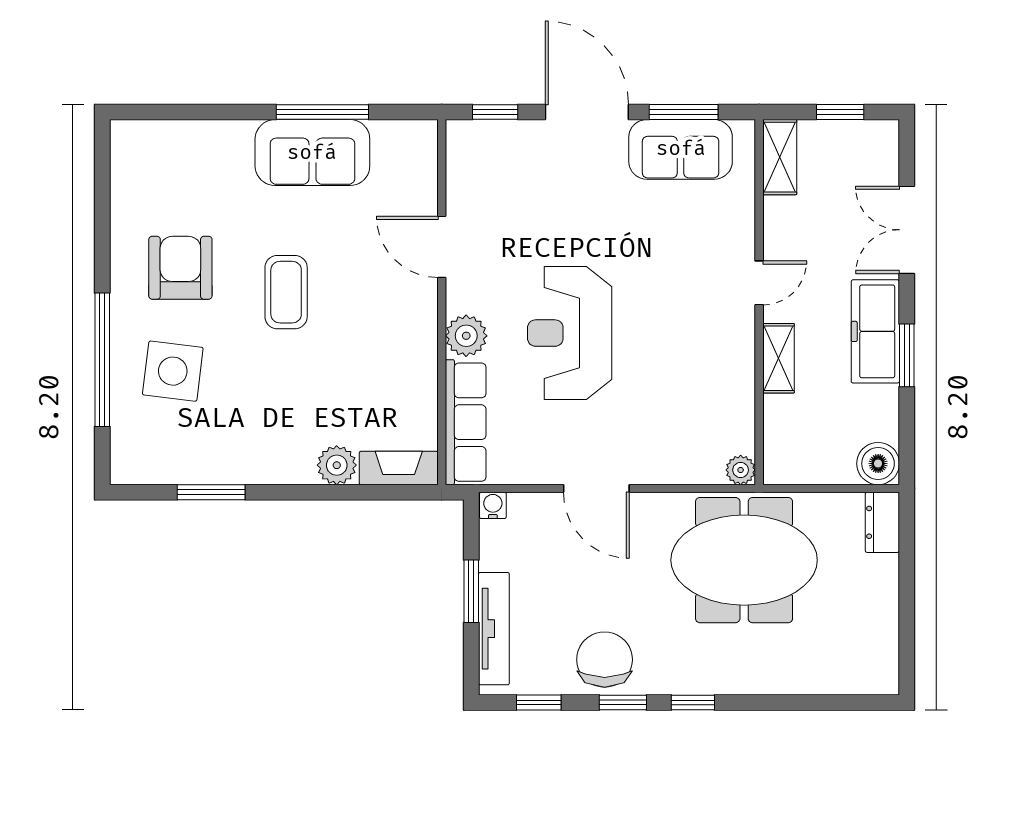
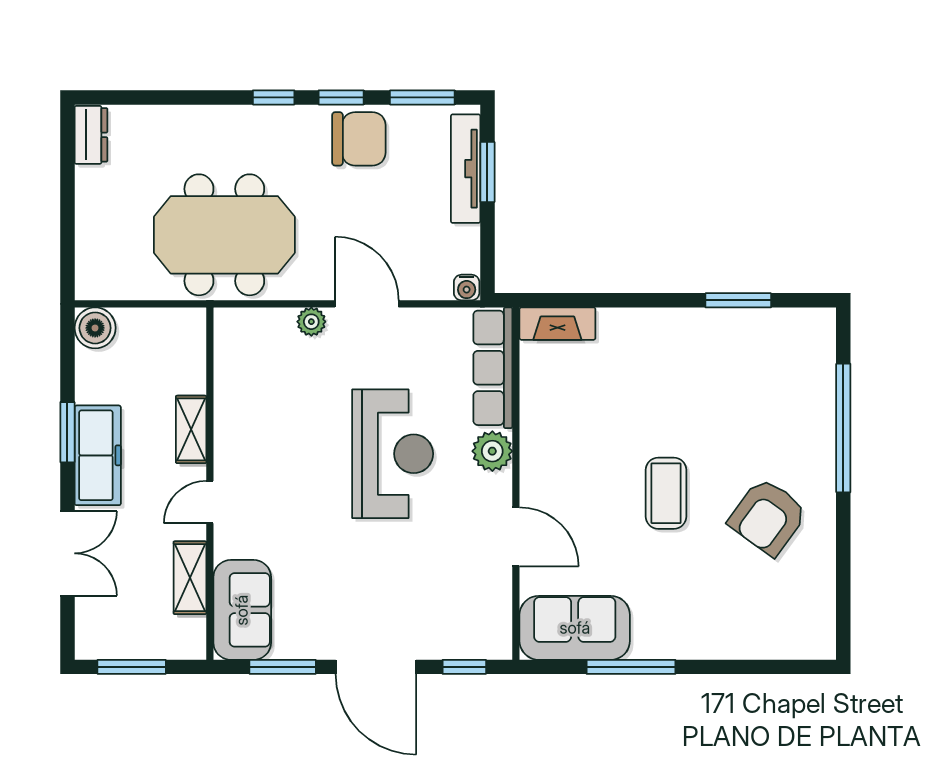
window: (840, 112) -> (132, 667), width x1.50
sofa: (681, 149) -> (242, 610), moved, turned 90
sofa: (312, 153) -> (575, 628), moved
shelving: (780, 157) -> (190, 578), moved
armchair: (180, 268) -> (768, 517), turned 36
side table: (173, 371) -> (775, 417), removed
plant: (337, 465) -> (617, 326), removed
plant: (741, 470) -> (311, 322), moved
dresser: (882, 522) -> (91, 135), moved
window: (471, 591) -> (487, 172), moved
chair: (605, 660) -> (359, 139), turned -90
window: (539, 703) -> (422, 97), width x1.50

